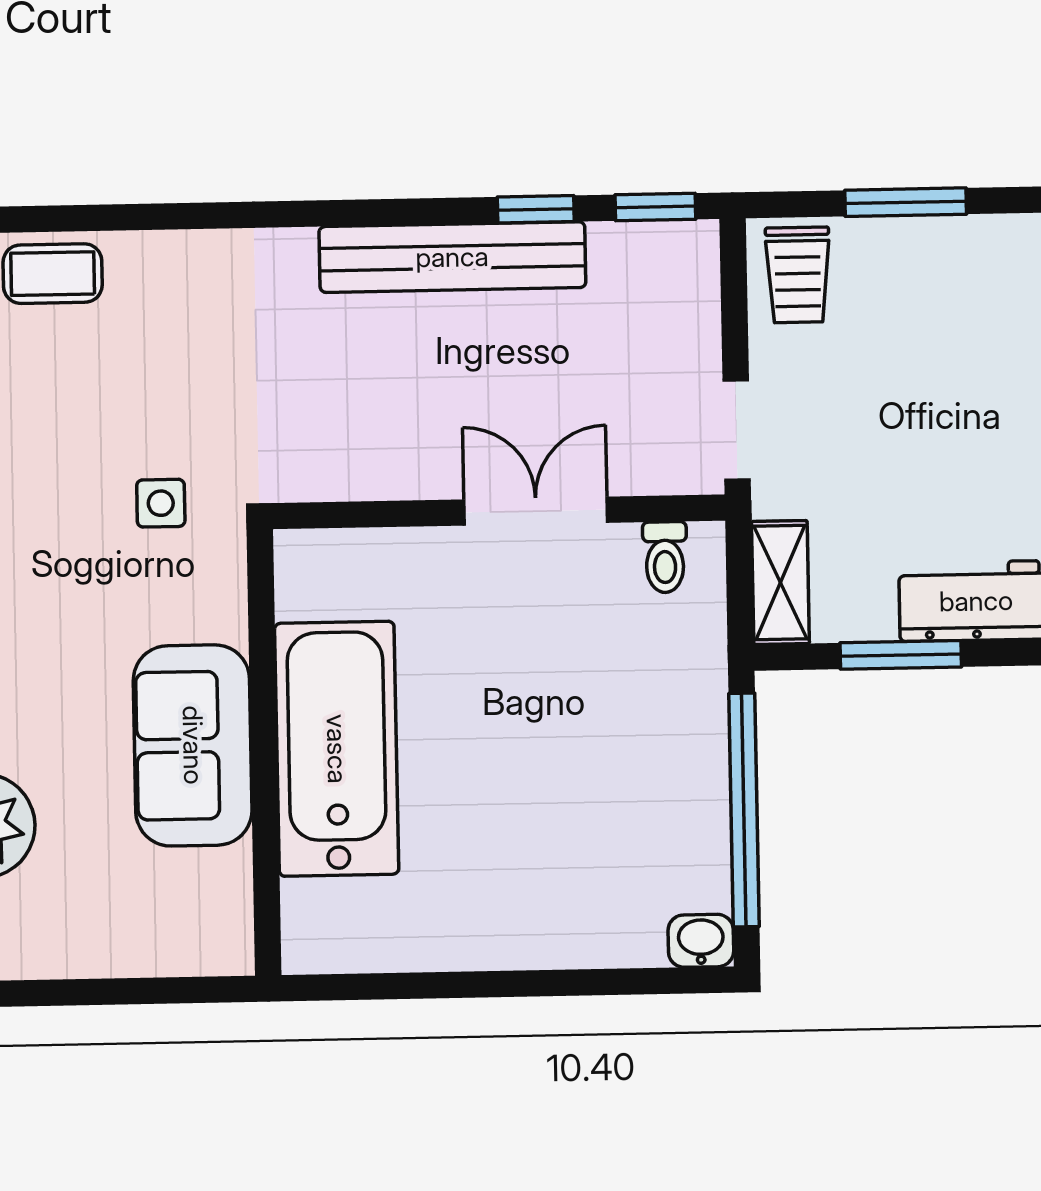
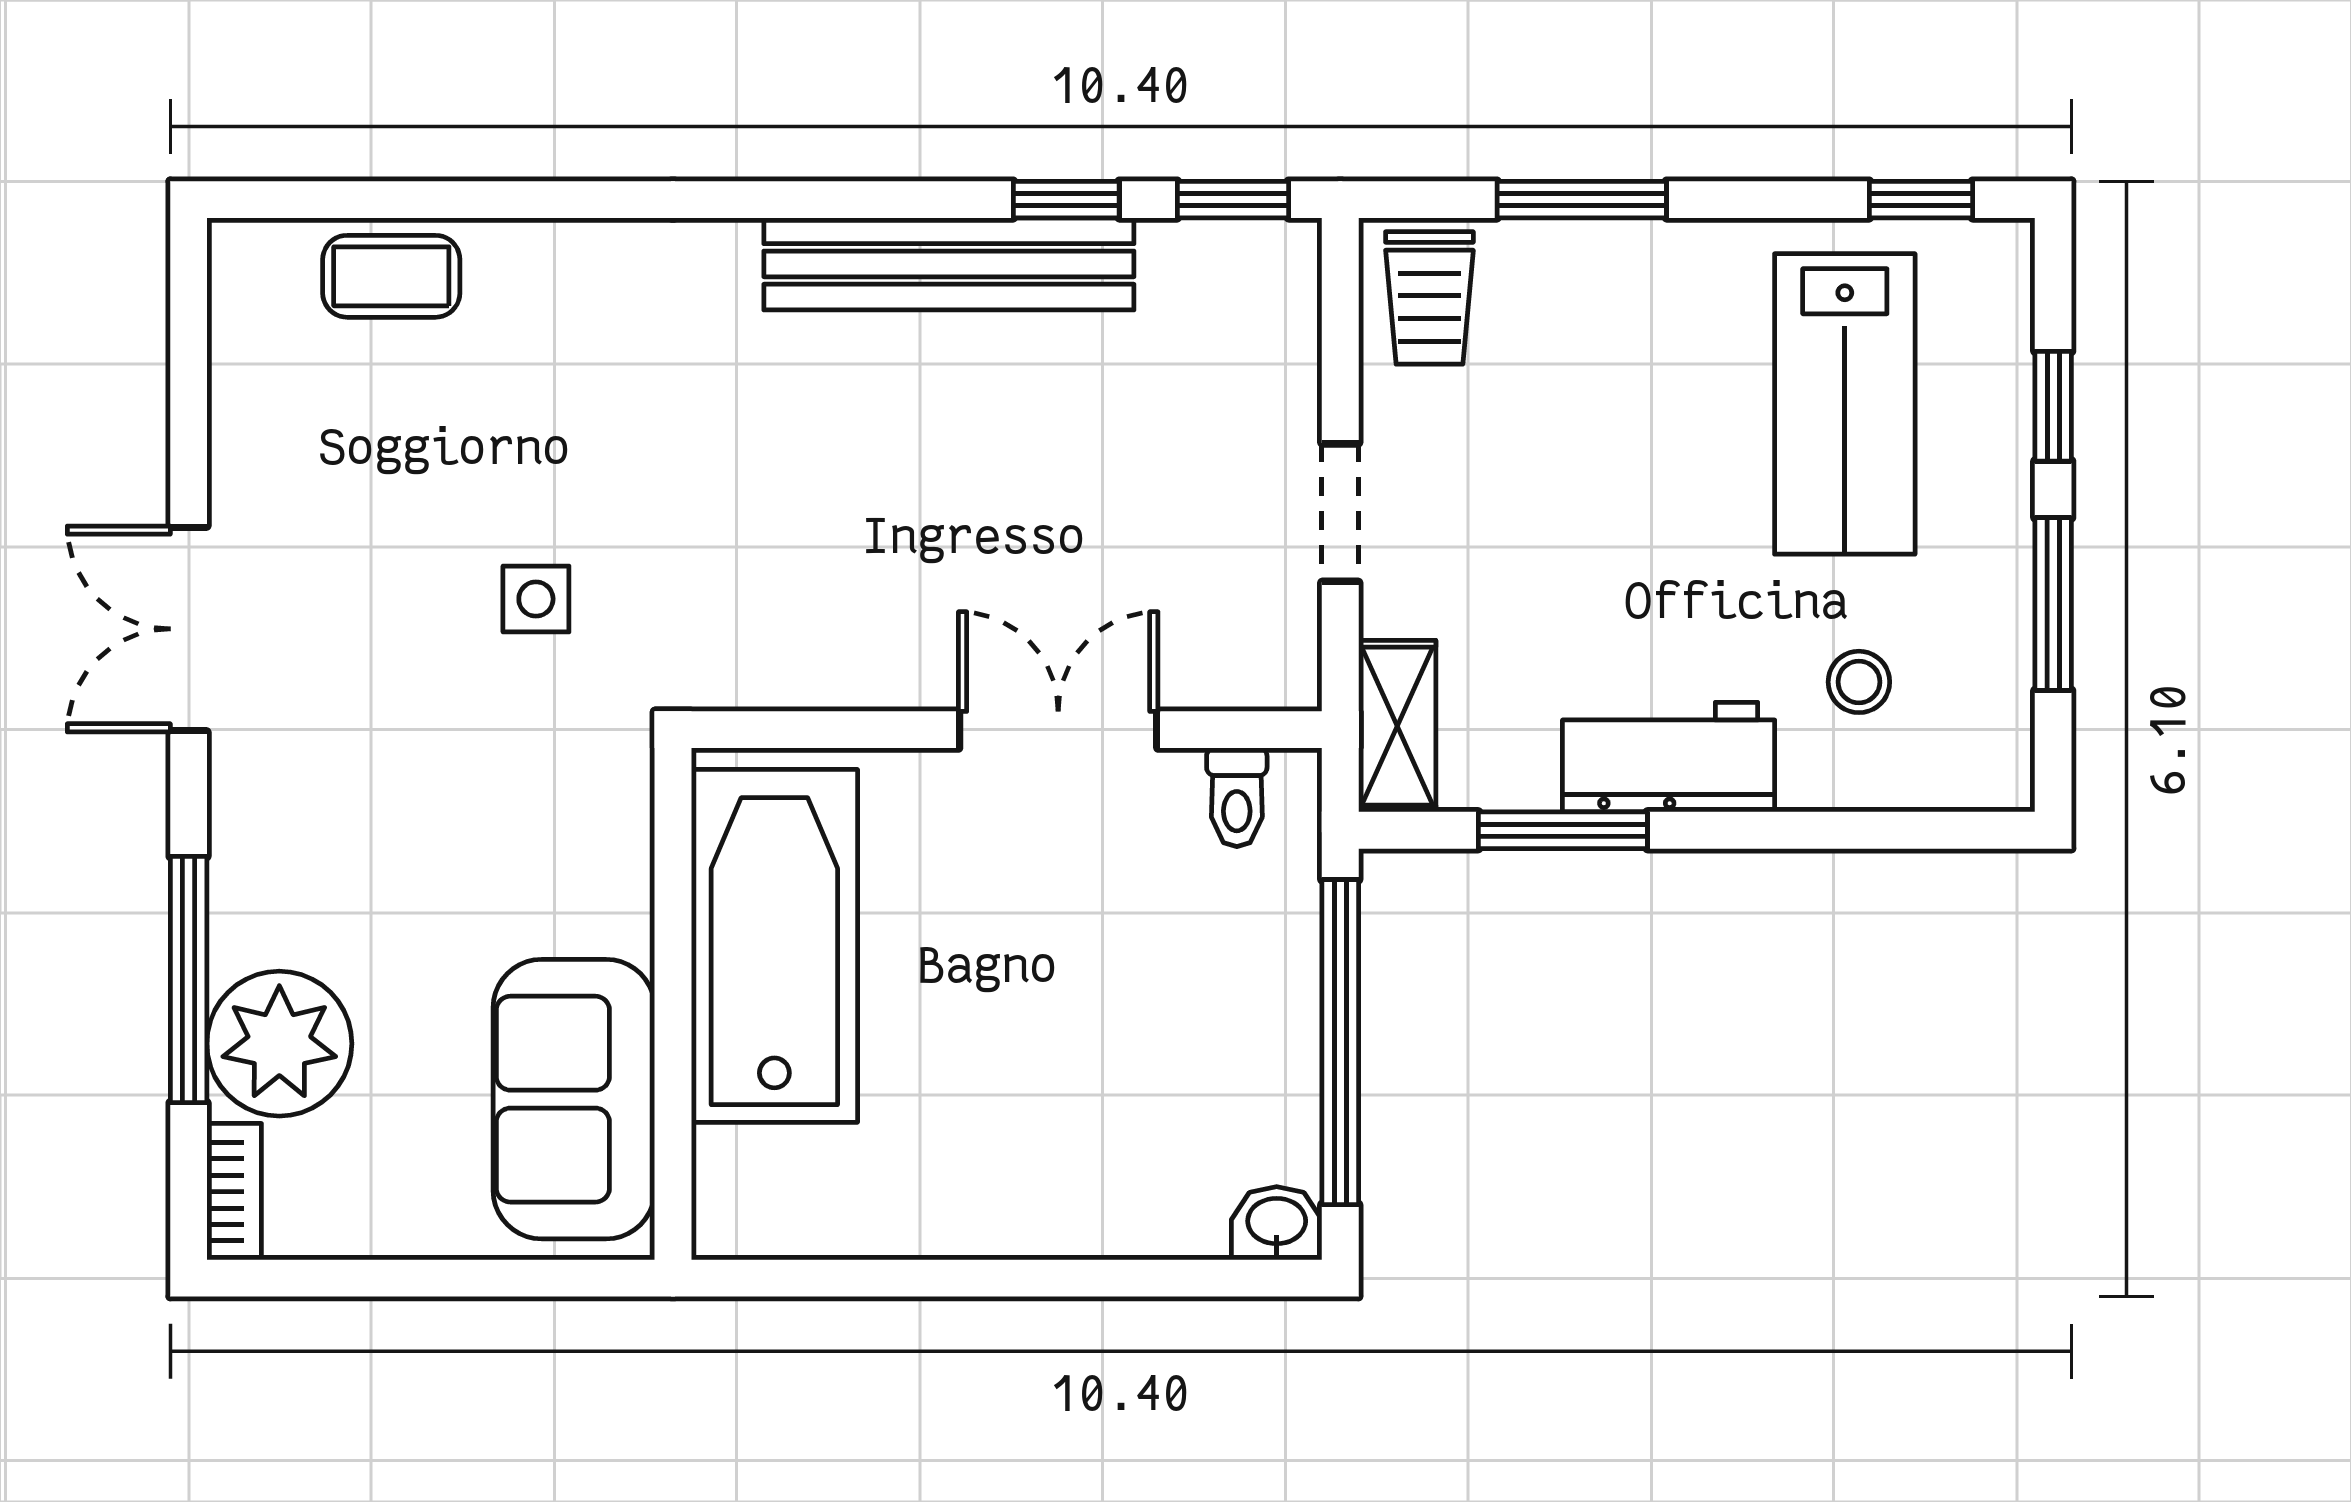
double door: (536, 511) -> (1058, 730), moved
wall: (499, 512) -> (1007, 730), moved
toilet: (665, 557) -> (1237, 797), moved
sofa: (193, 745) -> (574, 1099), moved

